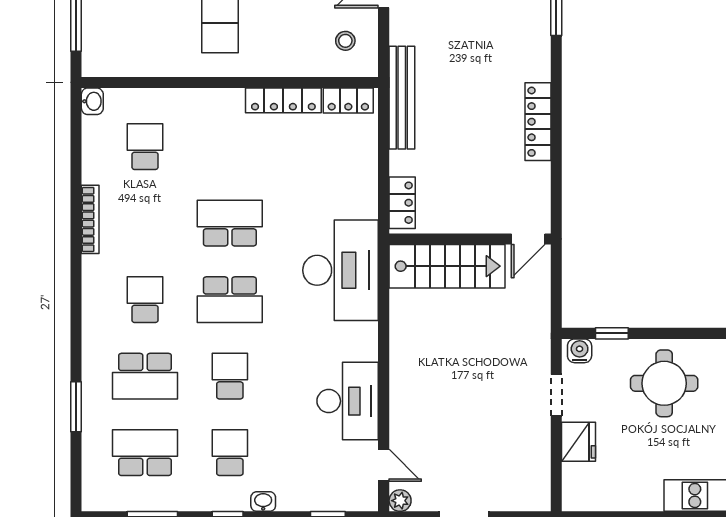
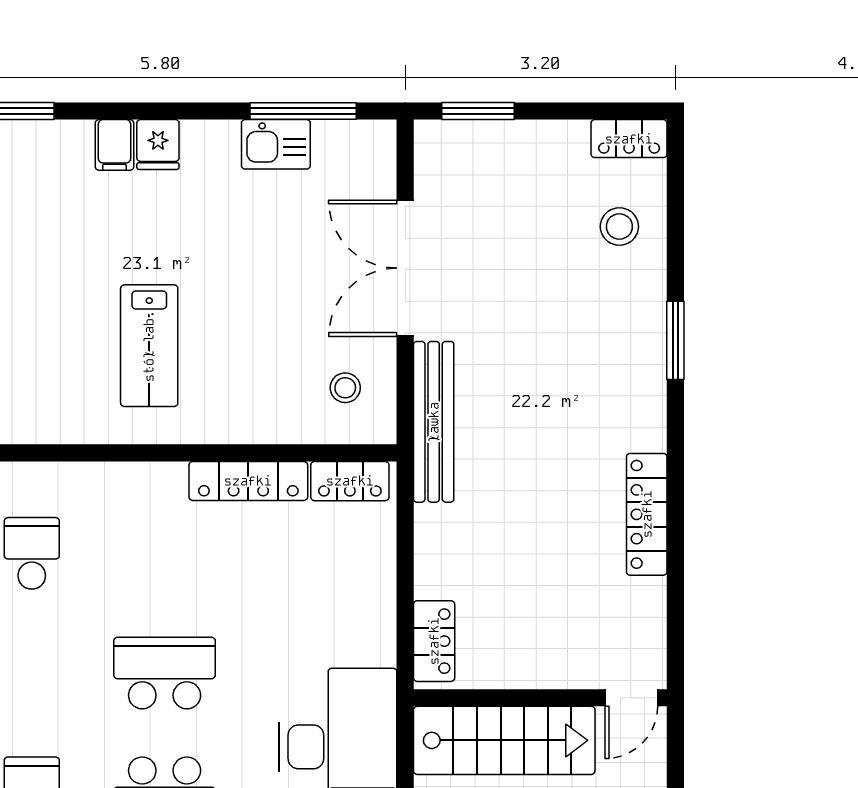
bench: (402, 98) -> (434, 422), moved

